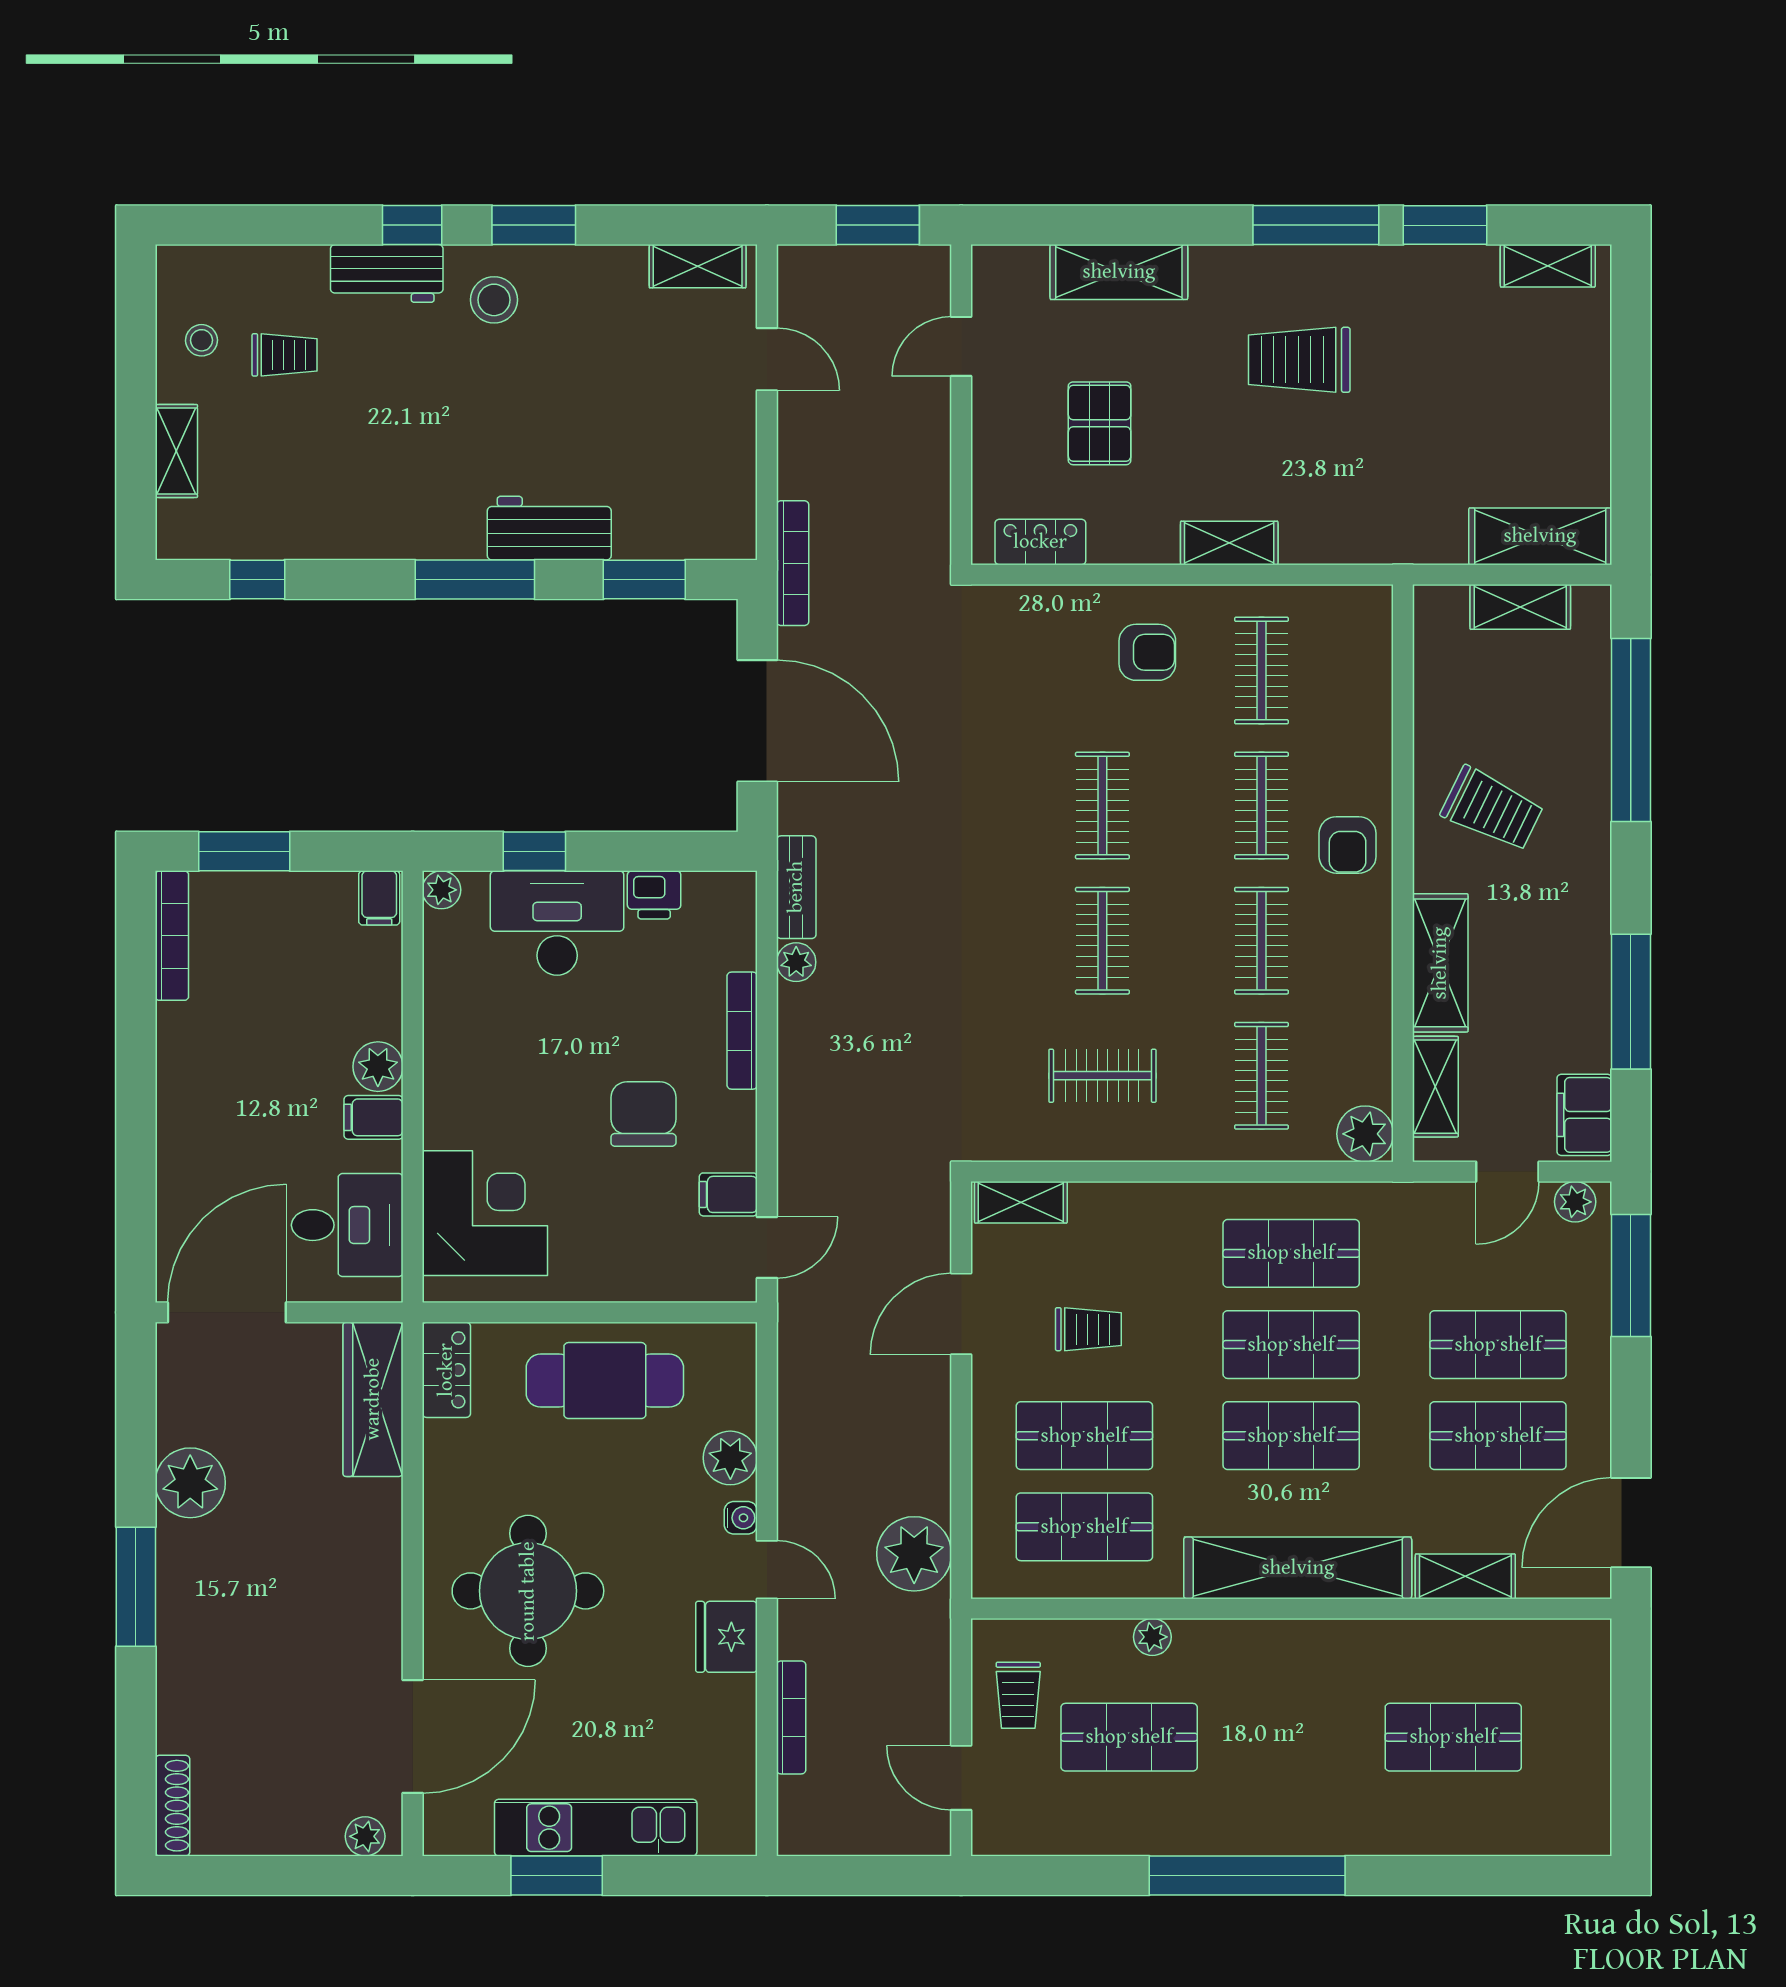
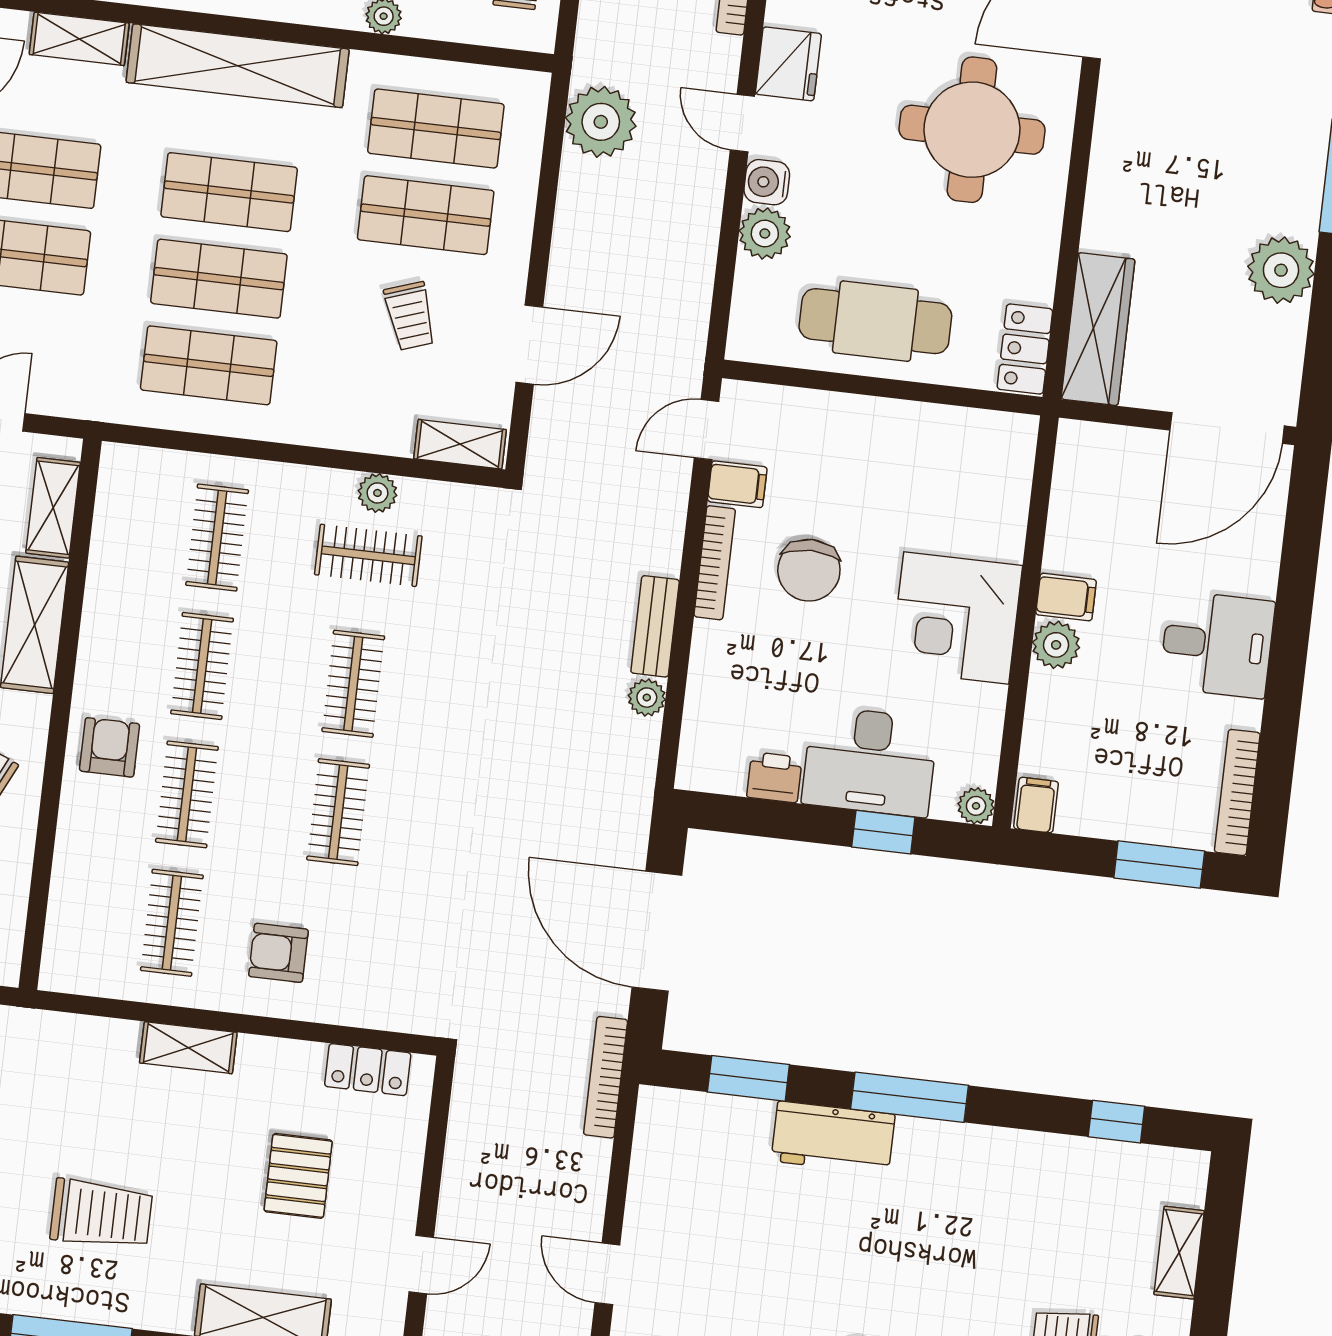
bench: (796, 887) -> (655, 626), moved
bookcase: (742, 1031) -> (715, 563), moved
plant: (1365, 1134) -> (377, 493), moved, width x0.73, depth x0.73
corner desk: (485, 1213) -> (956, 618), moved
desk: (347, 1225) -> (1217, 644), moved, turned 180
trolley: (1088, 1329) -> (410, 316), turned -109
water cooler: (741, 1518) -> (767, 182), width x1.38, depth x1.38

